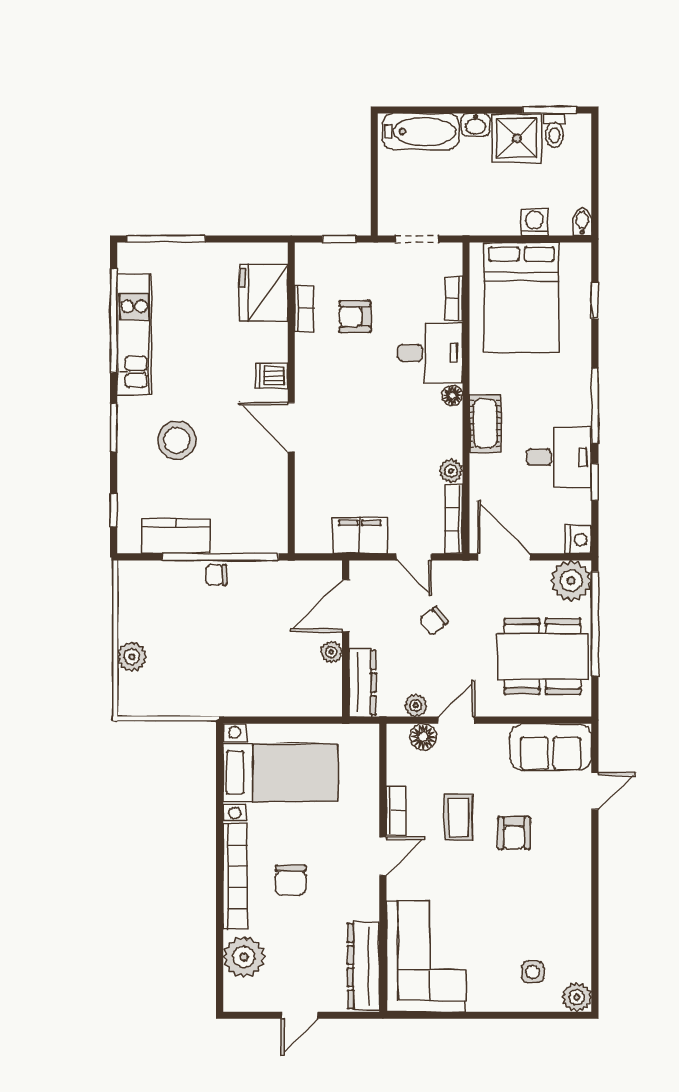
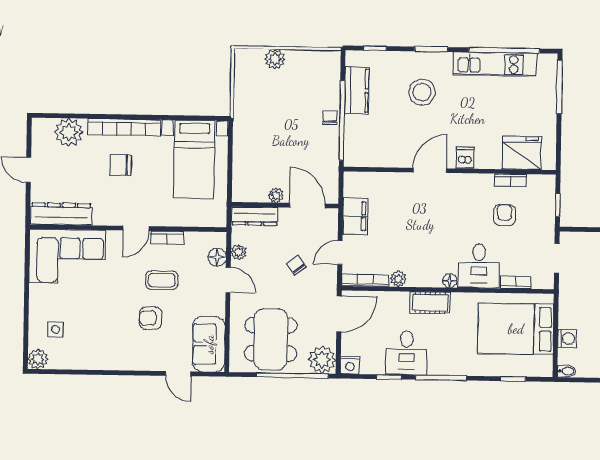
door: (383, 856) -> (136, 228), hinge flipped

